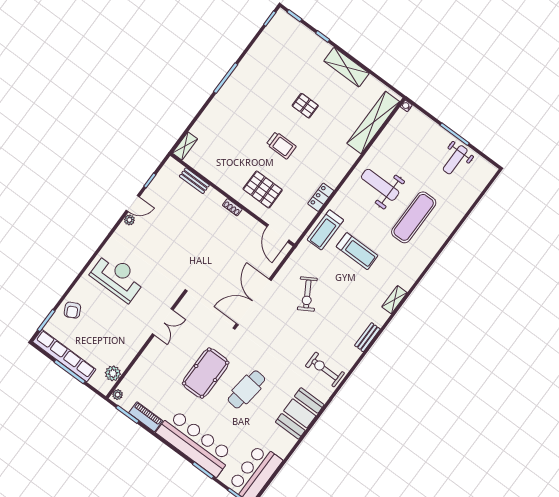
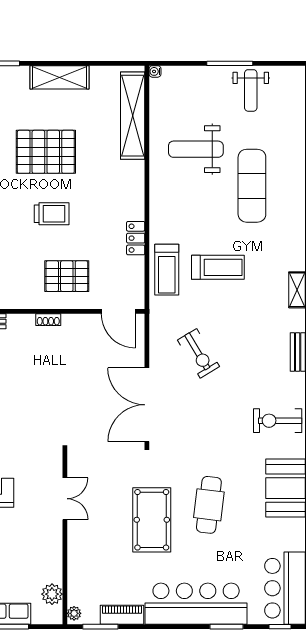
pallet: (305, 106) -> (46, 152), width x2.05, depth x2.00
weight bench: (380, 185) -> (196, 149), moved

